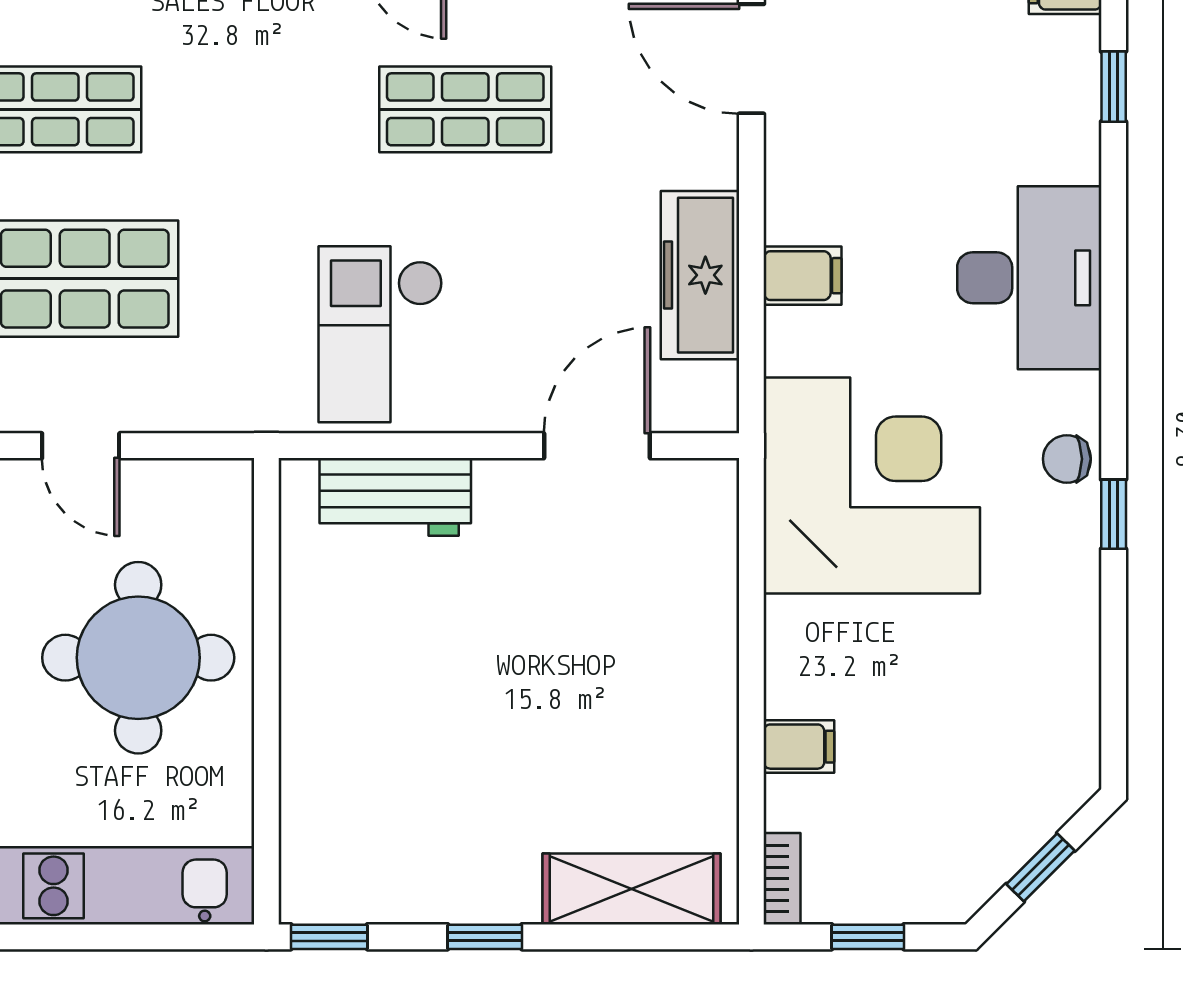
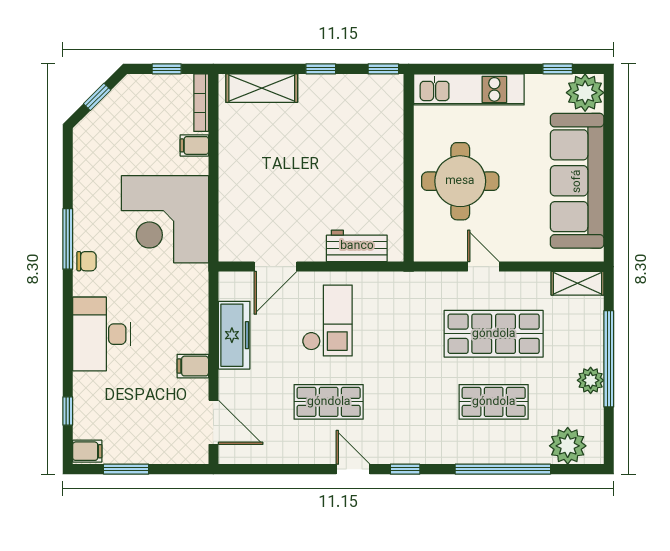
filing cabinet: (803, 276) -> (193, 366), moved
checkout: (381, 334) -> (327, 321), moved
corner desk: (872, 486) -> (165, 219), moved
window: (1114, 514) -> (68, 239), width x2.17
bookcase: (782, 879) -> (201, 103), width x1.56

